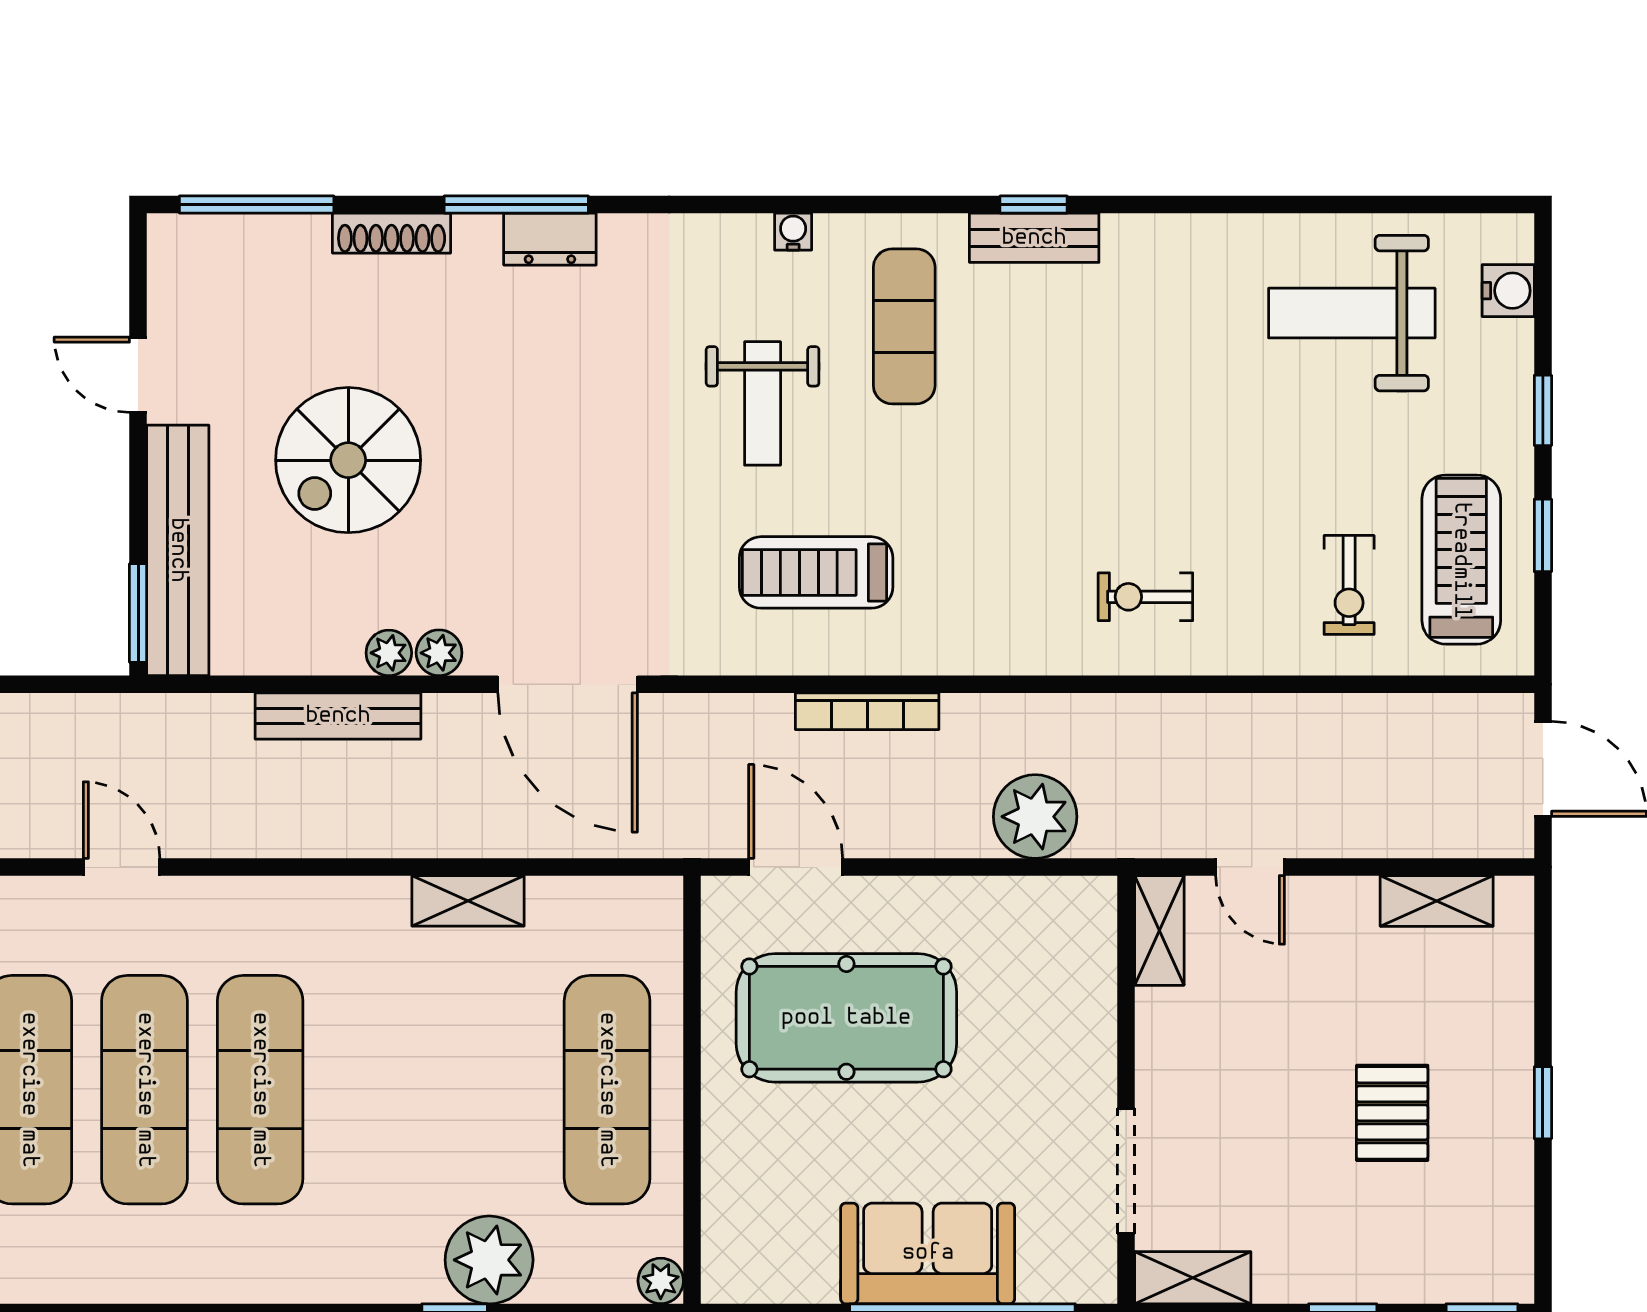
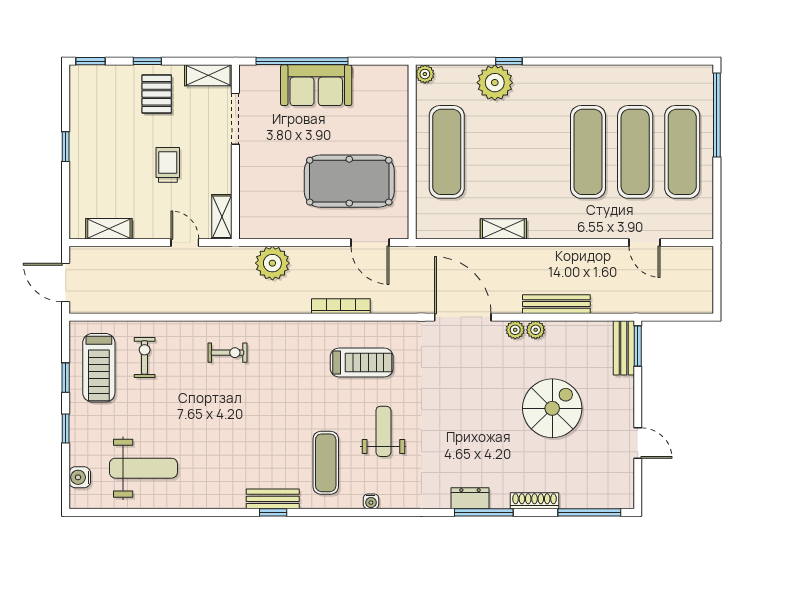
bench: (178, 550) -> (624, 348), width x0.54, depth x0.82
trolley: (1292, 1058) -> (168, 165), added
pallet: (1392, 1113) -> (157, 94), moved

